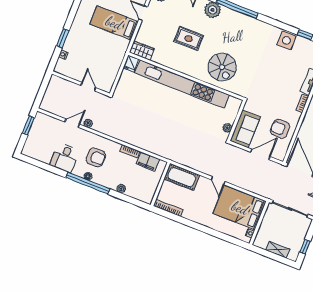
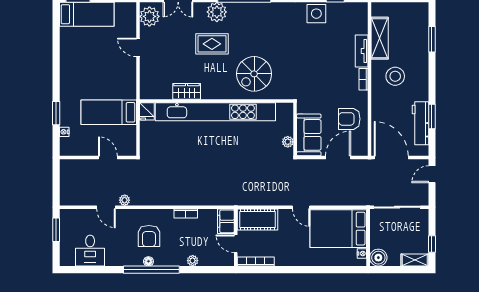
bed: (114, 23) -> (109, 112), moved
rug: (189, 39) -> (212, 44), moved
wardrobe: (142, 51) -> (187, 91), moved
spiral stairs: (222, 67) -> (254, 74), turned 90
door: (72, 123) -> (106, 207), swing flipped
armchair: (96, 157) -> (149, 236), turned 90
desk: (65, 158) -> (90, 251), moved
filing cabinet: (148, 161) -> (226, 221), moved, turned 90
door: (158, 189) -> (236, 244), added
boiler: (261, 241) -> (378, 258), added
shelving: (278, 250) -> (415, 260), moved

